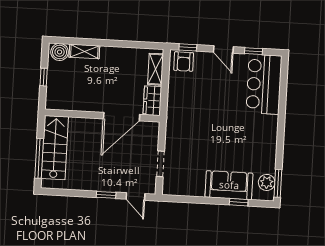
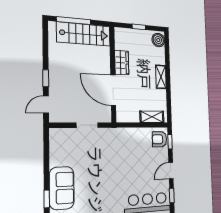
shelving: (84, 51) -> (161, 77), moved
wardrobe: (152, 101) -> (122, 63), moved, turned 90
doorway: (160, 164) -> (87, 125), moved

